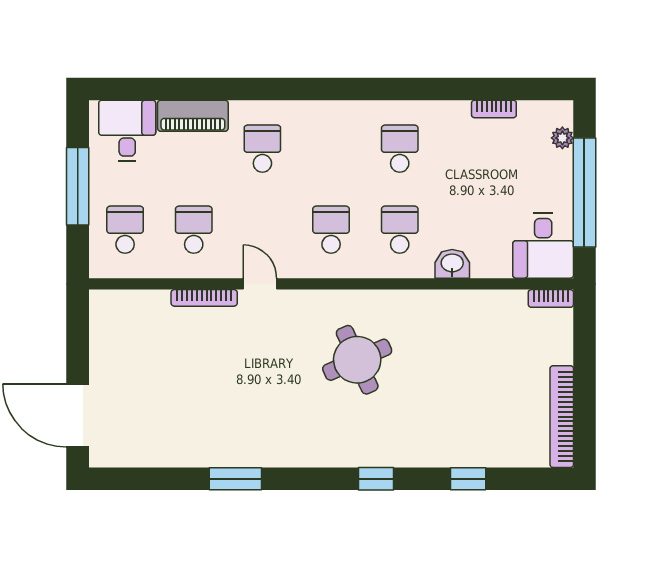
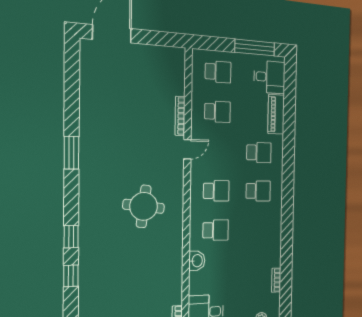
school desk: (400, 149) -> (258, 191), moved
window: (78, 186) -> (255, 48), moved
round table: (357, 360) -> (144, 206), turned 31
window: (235, 479) -> (72, 153), moved
window: (376, 479) -> (71, 237), moved

